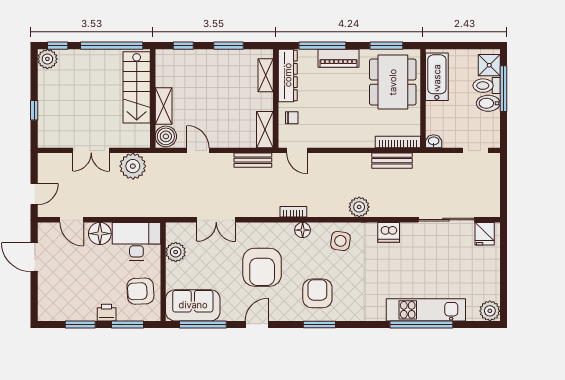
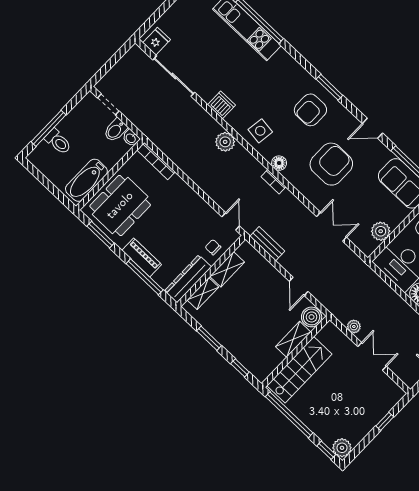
shower: (489, 65) -> (43, 154), removed
bidet: (488, 103) -> (115, 130), moved, turned 90
shelving: (265, 130) -> (227, 269), moved
bench: (392, 161) -> (172, 152), removed
plant: (133, 166) -> (354, 326), width x0.53, depth x0.53

